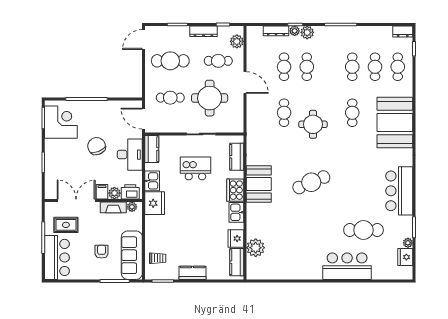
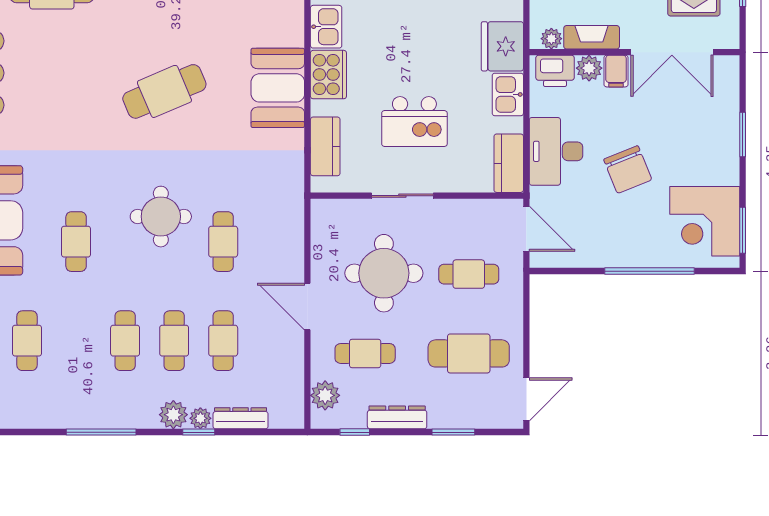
cafe table: (352, 67) -> (125, 341), moved

